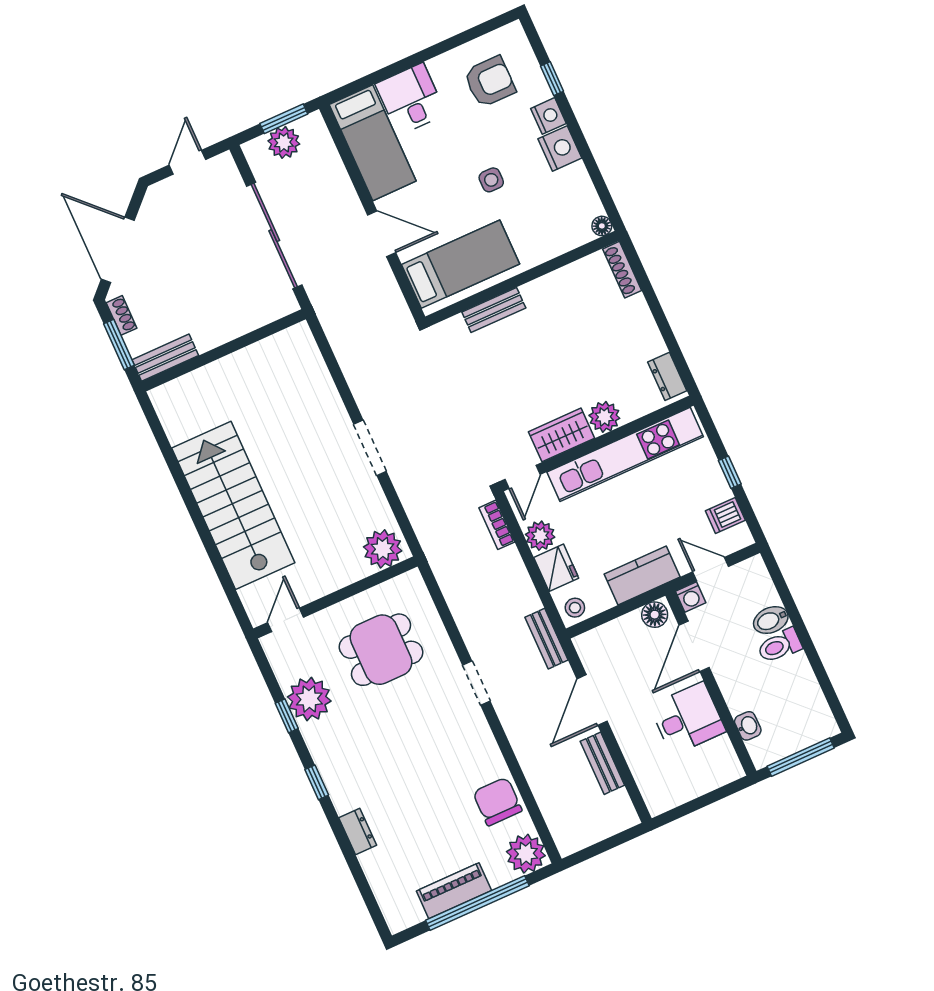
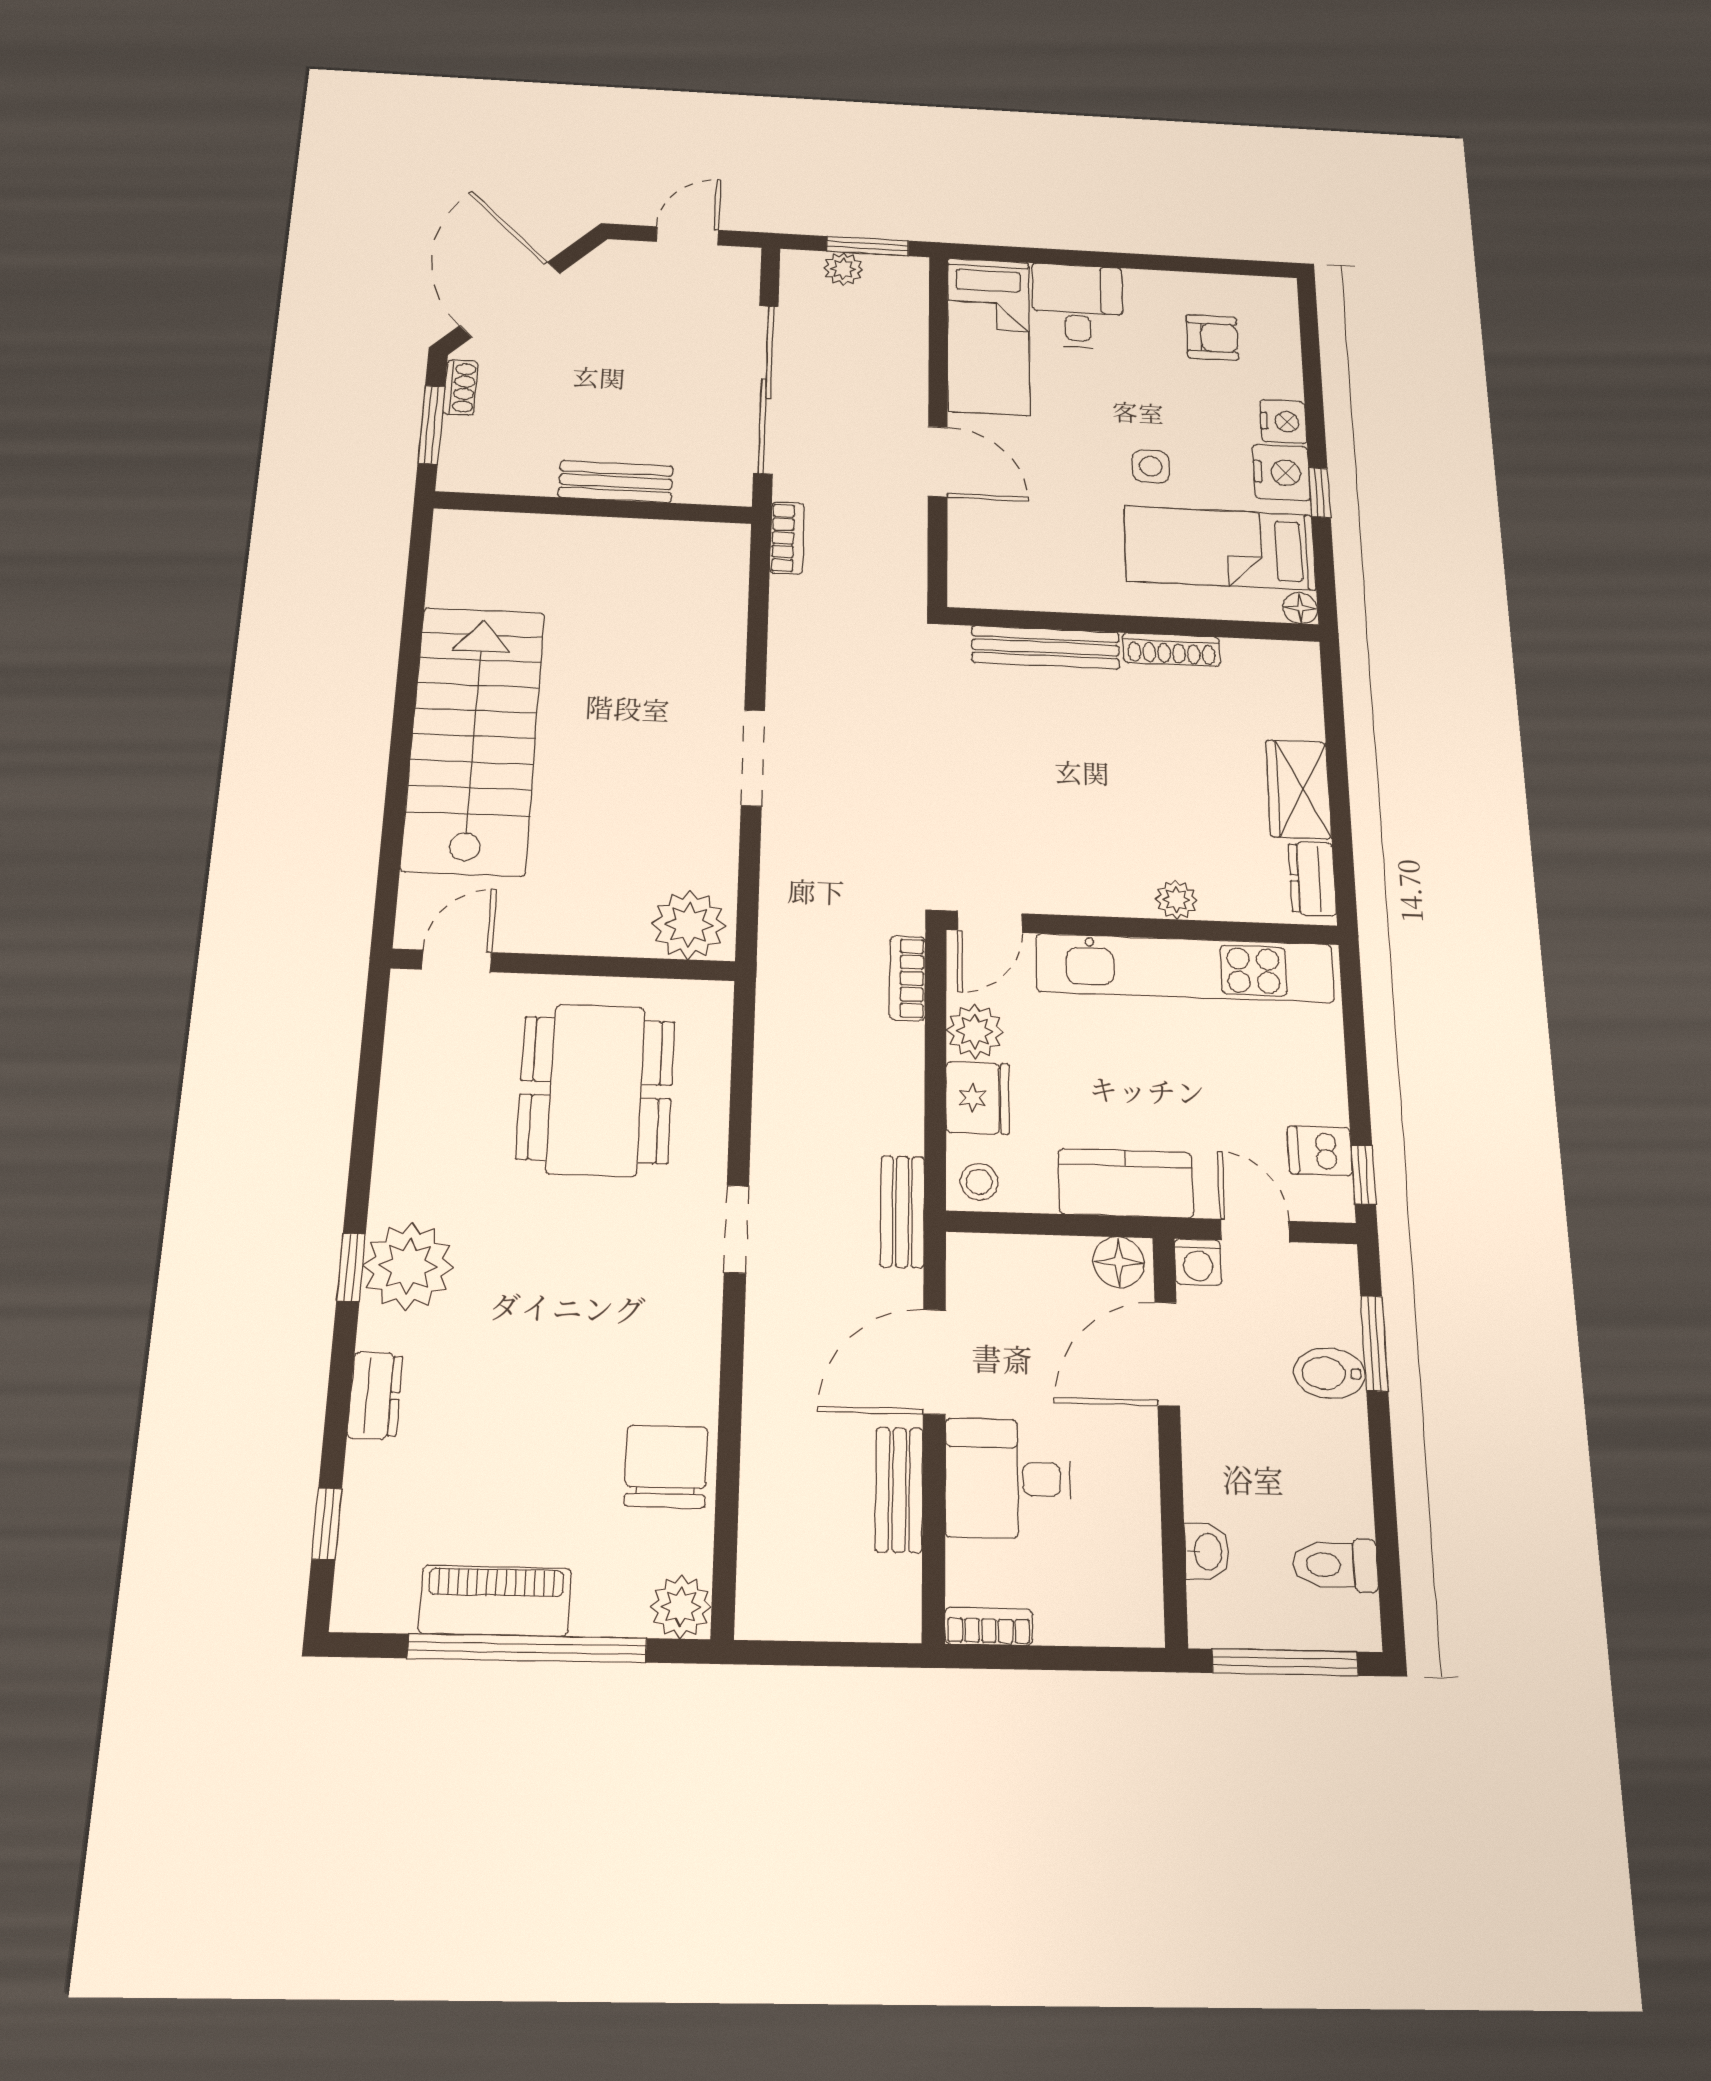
window: (552, 79) -> (1320, 493), moved
armchair: (490, 82) -> (1212, 338), width x0.72, depth x0.72
plant: (284, 142) -> (843, 269), width x0.73, depth x0.73
bed: (460, 264) -> (1220, 548), moved, turned 180
shoe rack: (622, 270) -> (1171, 650), moved, turned -90
bench: (494, 310) -> (1046, 647), width x1.36
bookcase: (327, 318) -> (787, 538), added
bench: (165, 358) -> (616, 482), moved
plant: (604, 417) -> (1176, 900), width x0.73, depth x0.73
wardrobe: (562, 435) -> (1298, 789), moved, turned -90
window: (730, 472) -> (1363, 1175), moved
window: (786, 596) -> (1374, 1343), added
toilet: (780, 646) -> (1335, 1565), moved
dining table: (381, 650) -> (596, 1090), width x1.38
plant: (309, 699) -> (408, 1266), moved
window: (287, 716) -> (327, 1524), moved
desk: (688, 719) -> (1008, 1479), moved, turned 180
bookcase: (667, 802) -> (989, 1626), added
plant: (526, 854) -> (681, 1607), width x0.73, depth x0.73

